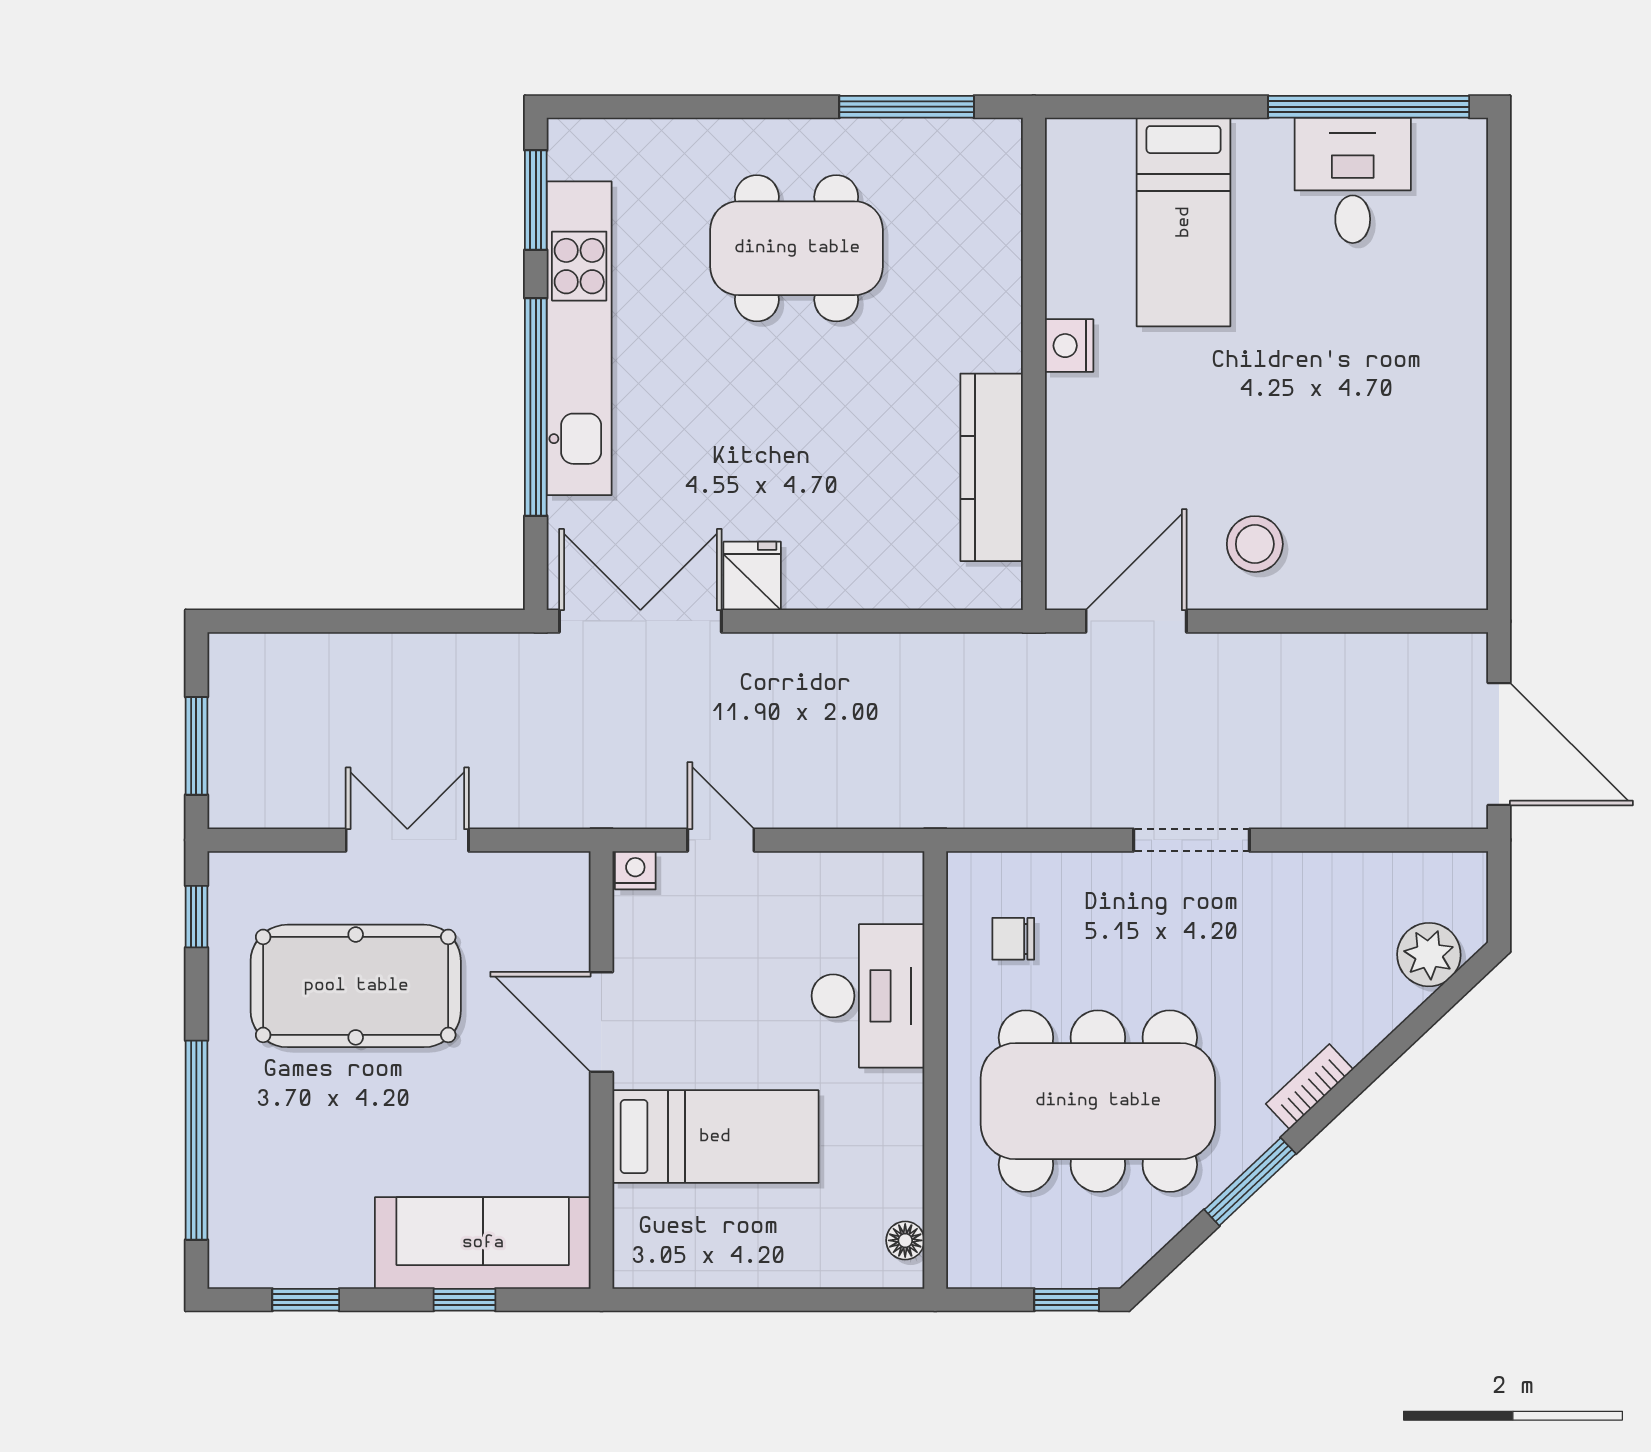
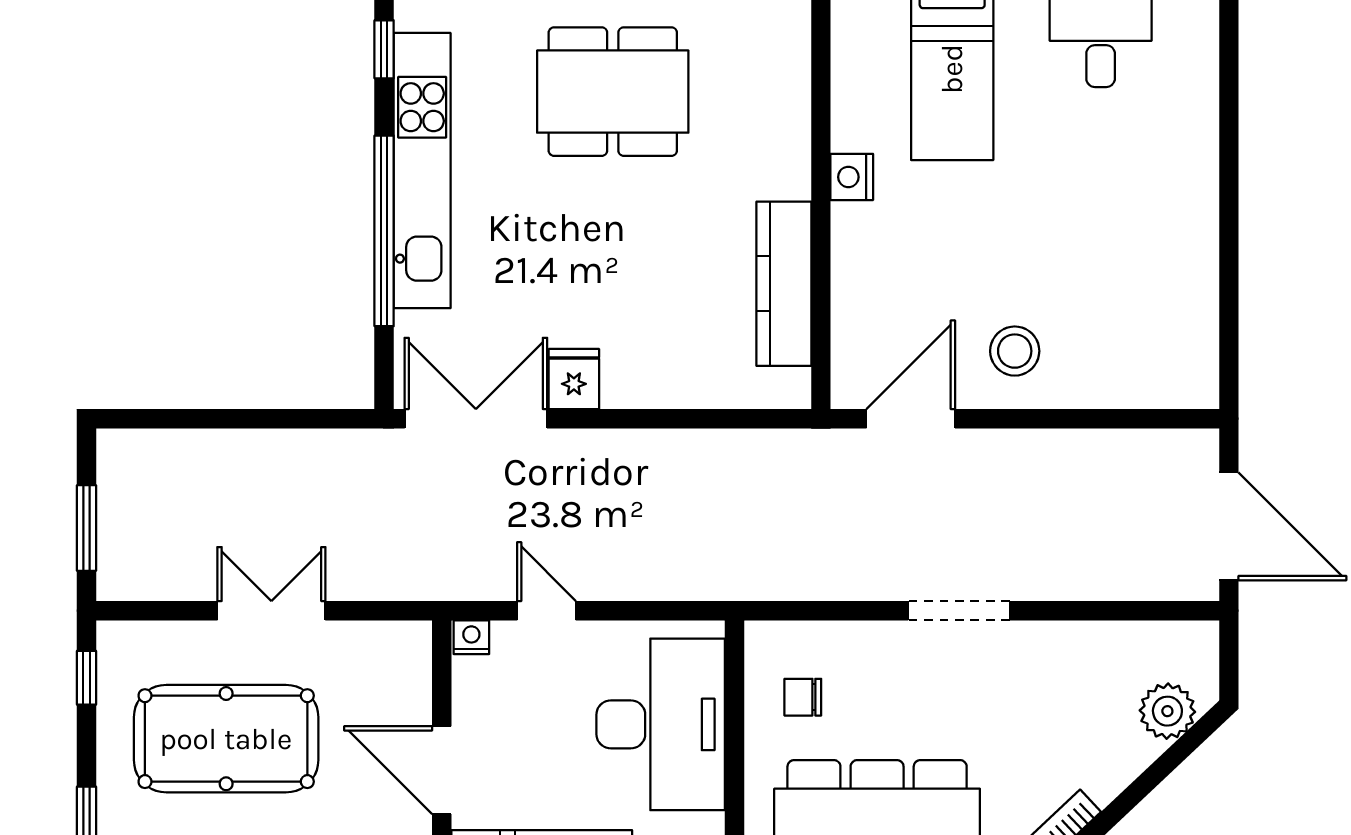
window: (536, 200) -> (384, 49), width x0.67
desk: (868, 996) -> (661, 724), width x1.36, depth x1.30

